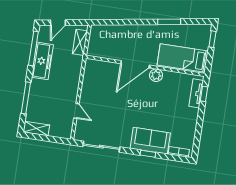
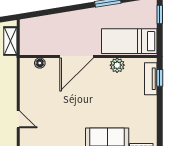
floor lamp: (102, 65) -> (40, 63), added
plant: (156, 75) -> (117, 65), moved

